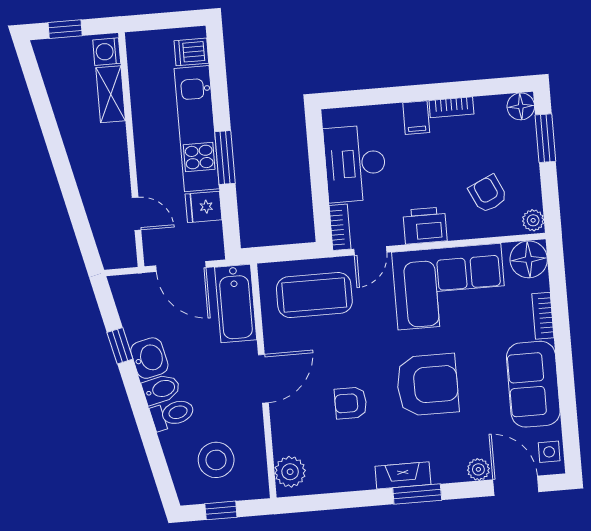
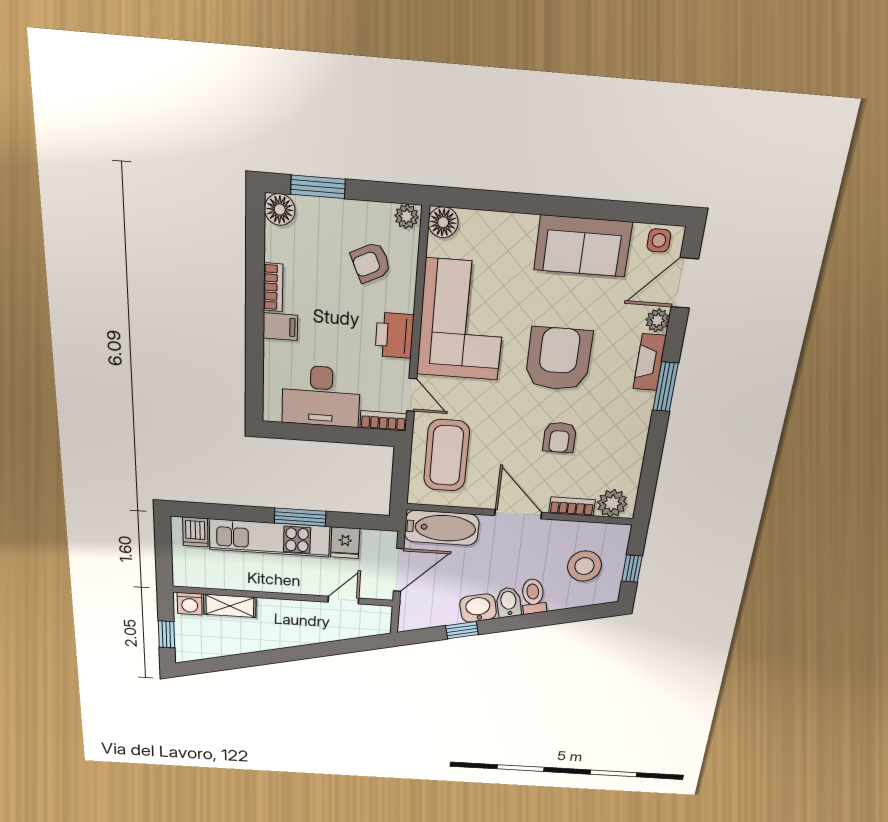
floor lamp: (529, 259) -> (443, 222), width x0.73, depth x0.73
bookcase: (543, 316) -> (572, 506), moved, turned 180
fireplace: (403, 475) -> (650, 362), moved

